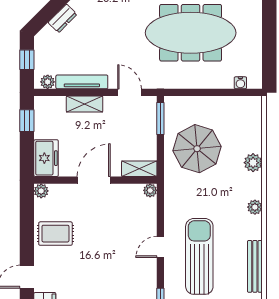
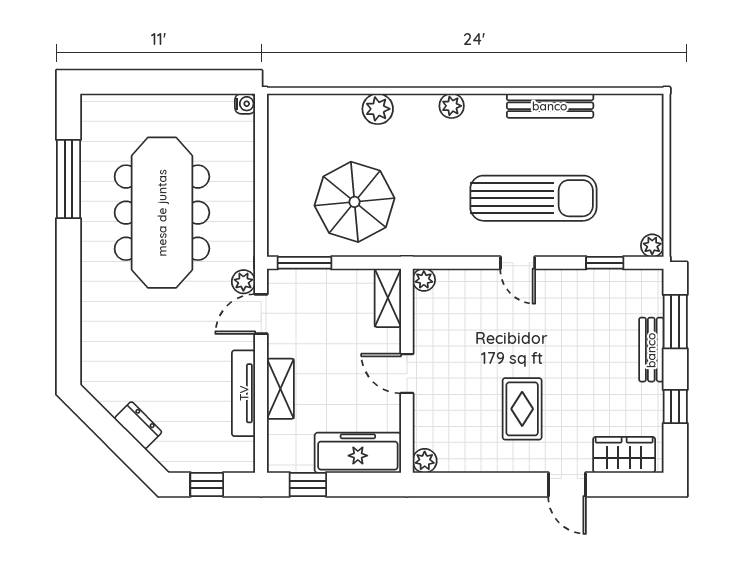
plant: (48, 82) -> (243, 282), moved
water cooler: (240, 83) -> (245, 104), moved
freezer: (46, 158) -> (358, 453), width x1.40
door: (94, 180) -> (407, 374), width x0.73
rug: (55, 234) -> (522, 409), moved
sun lounger: (199, 256) -> (533, 198), turned 180

